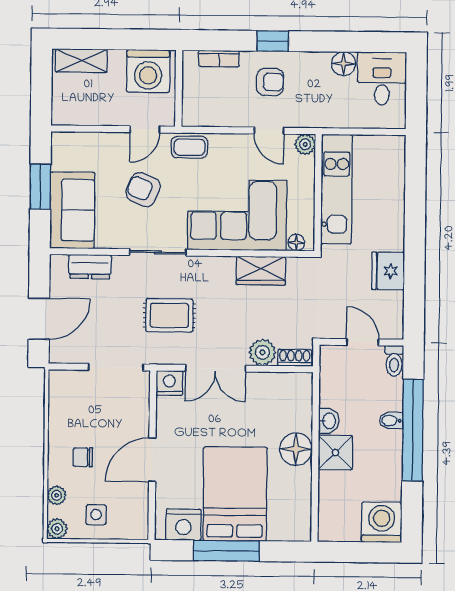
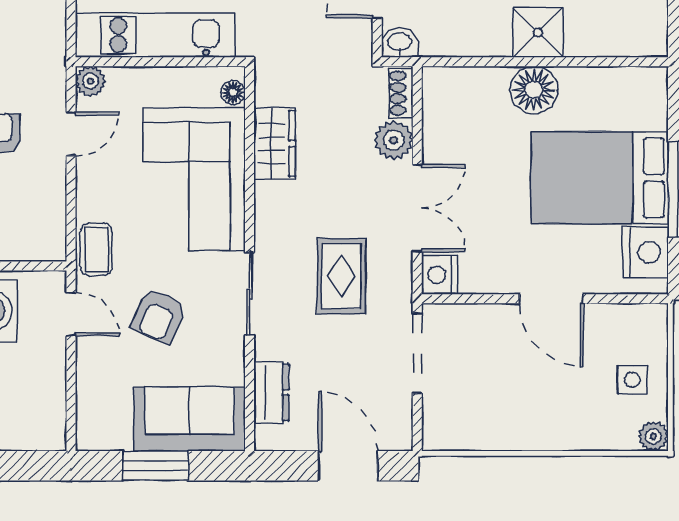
washbasin: (329, 421) -> (400, 43), moved
chair: (83, 457) -> (549, 400), removed
plant: (57, 495) -> (605, 437), removed

